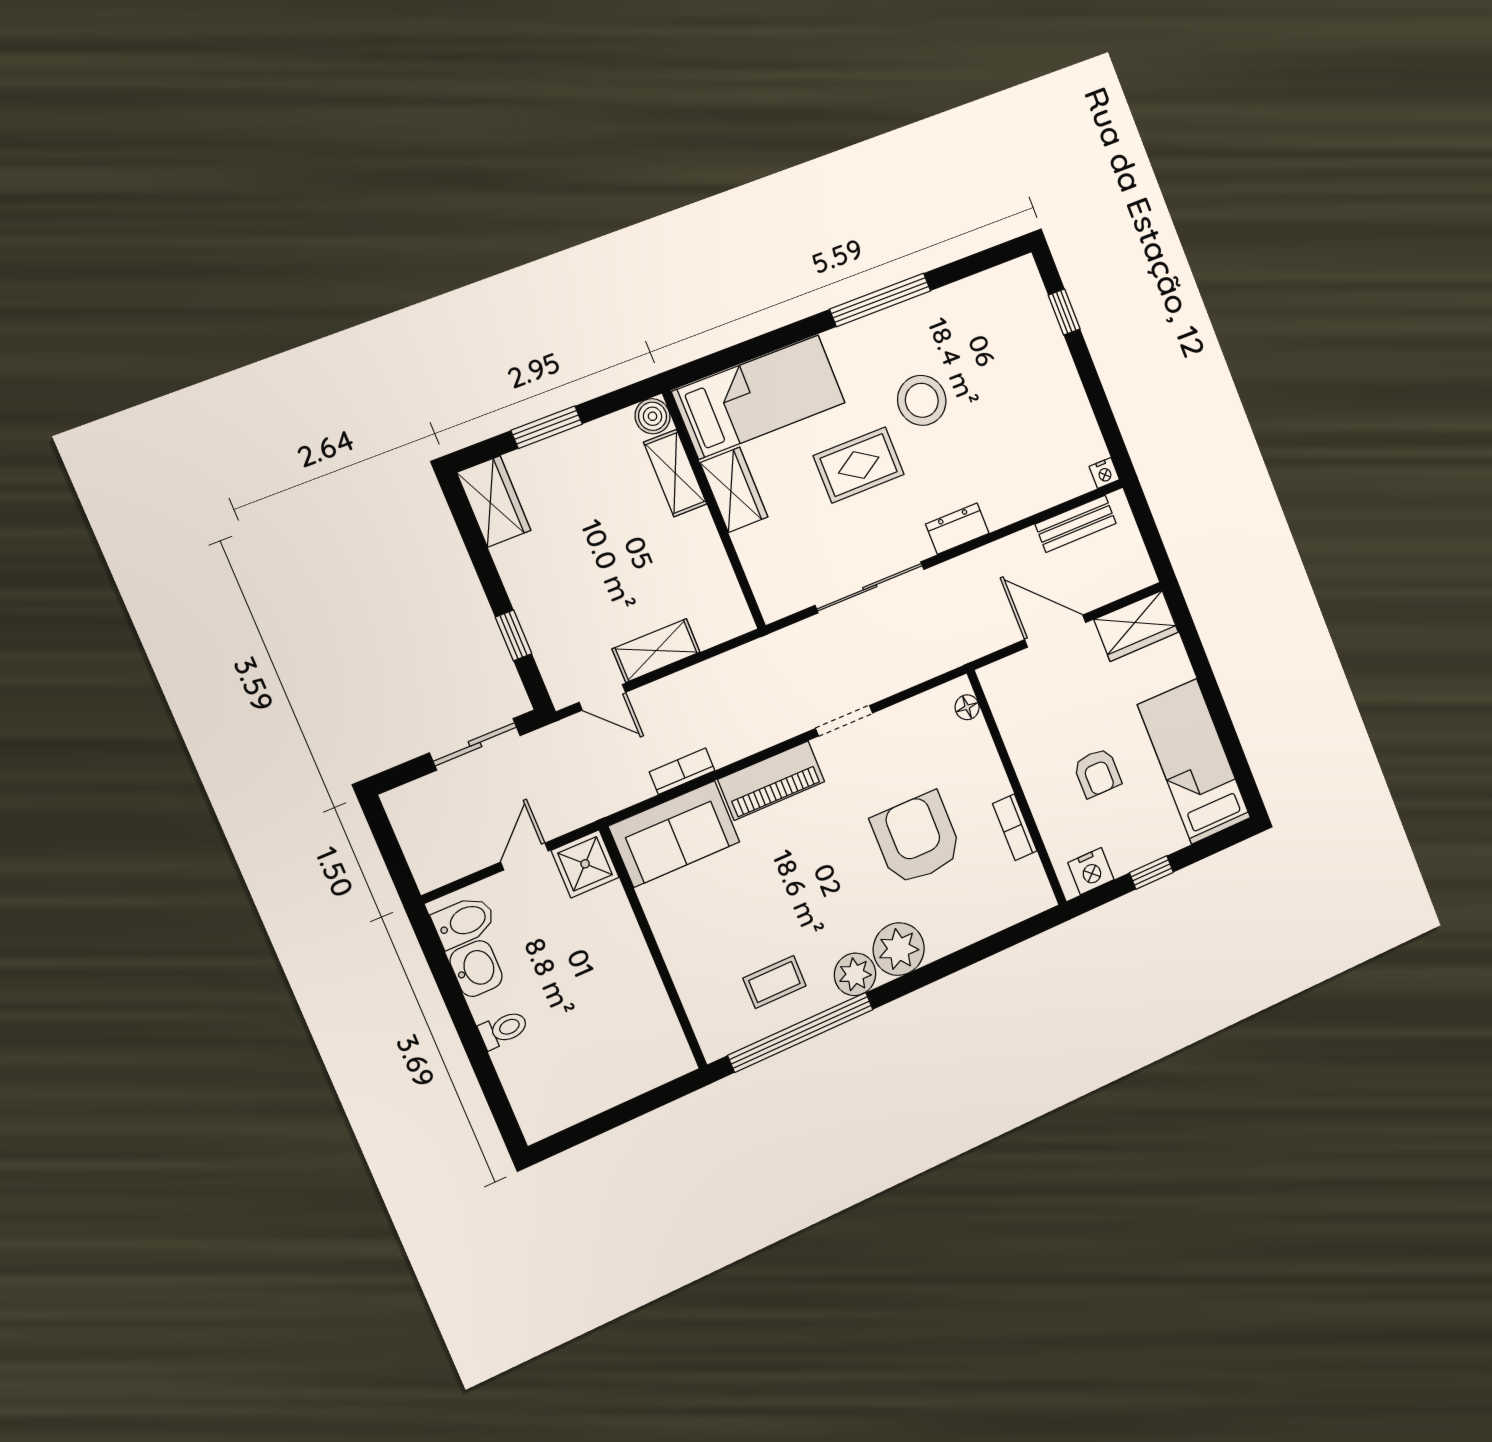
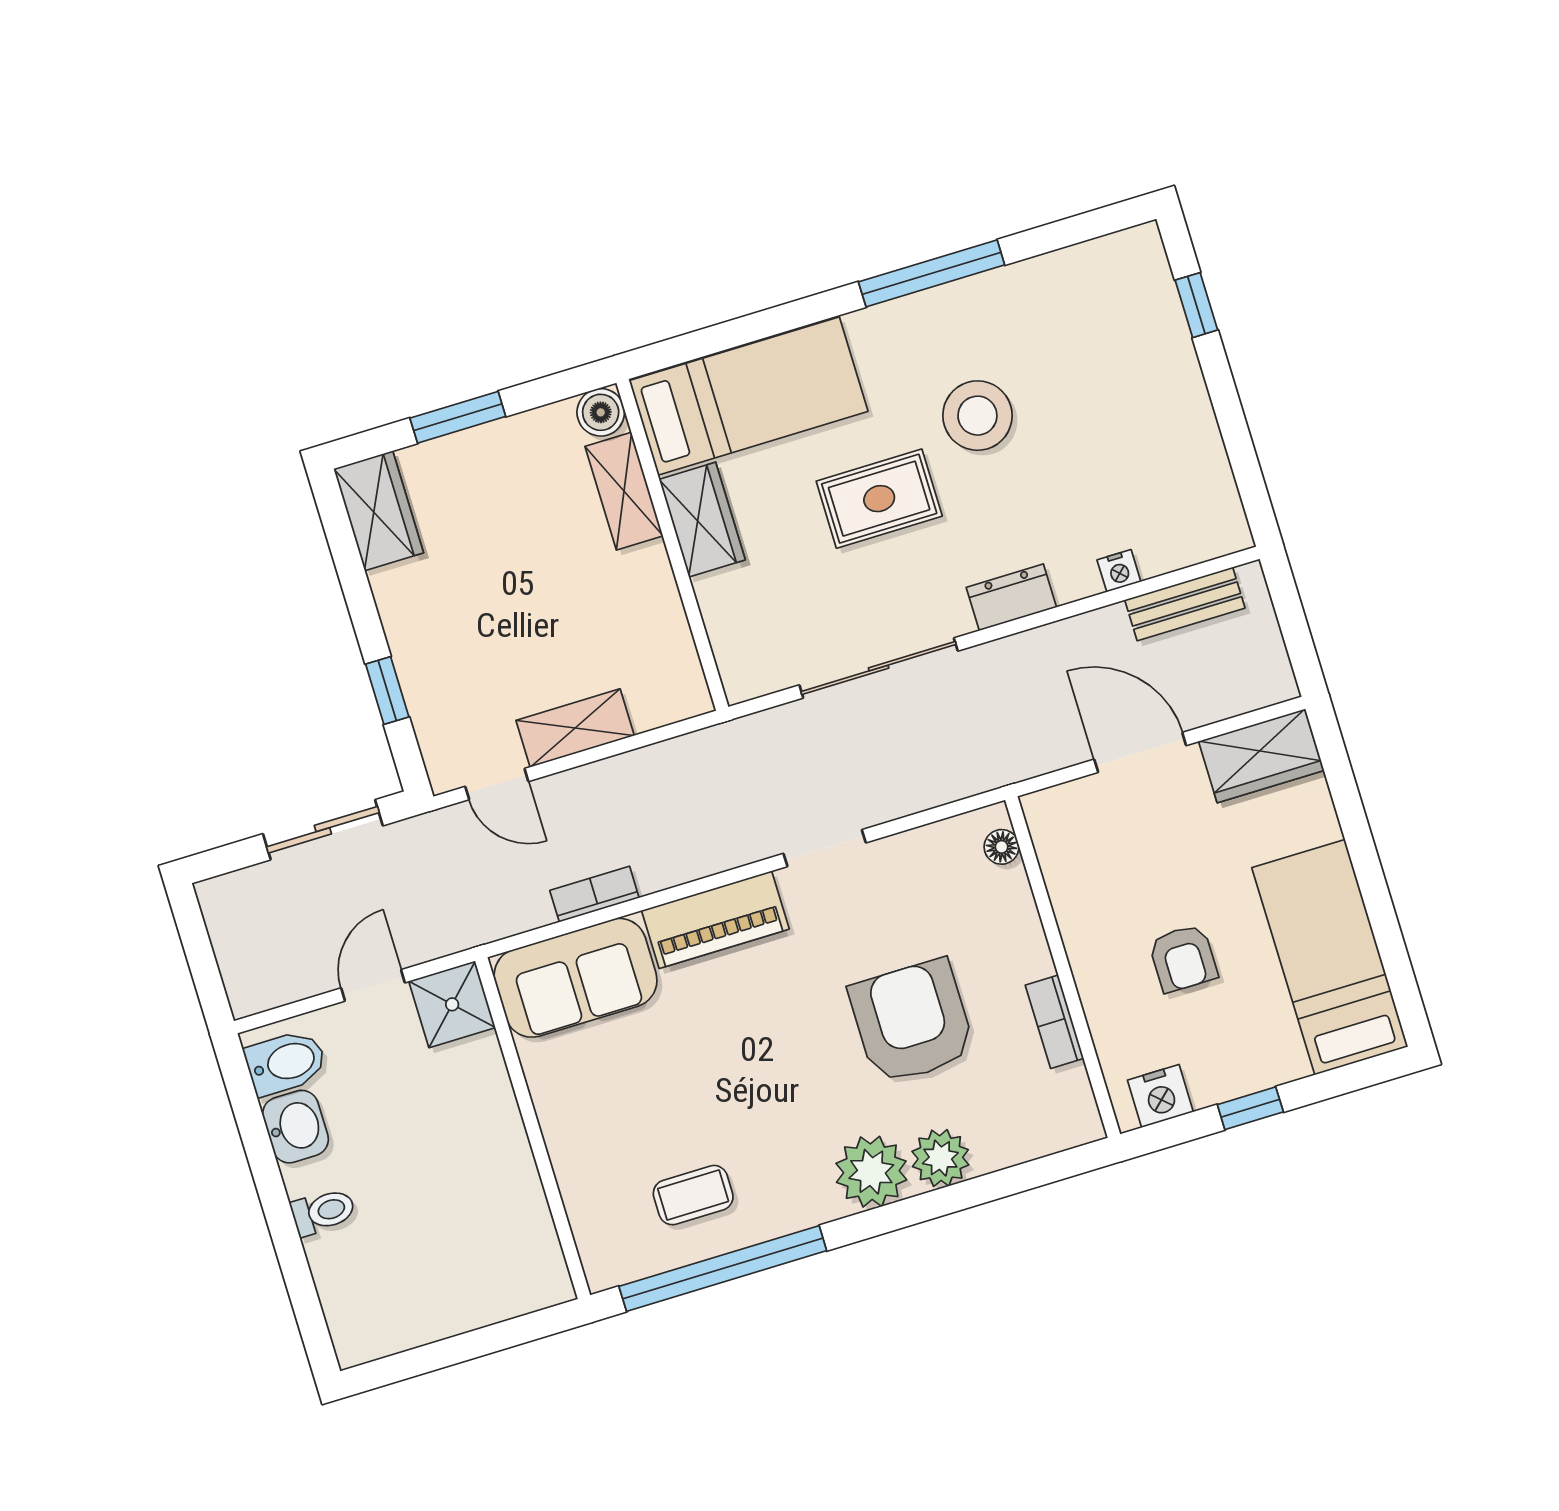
nightstand: (1104, 473) -> (1119, 571), moved
plant: (855, 974) -> (940, 1158), moved

